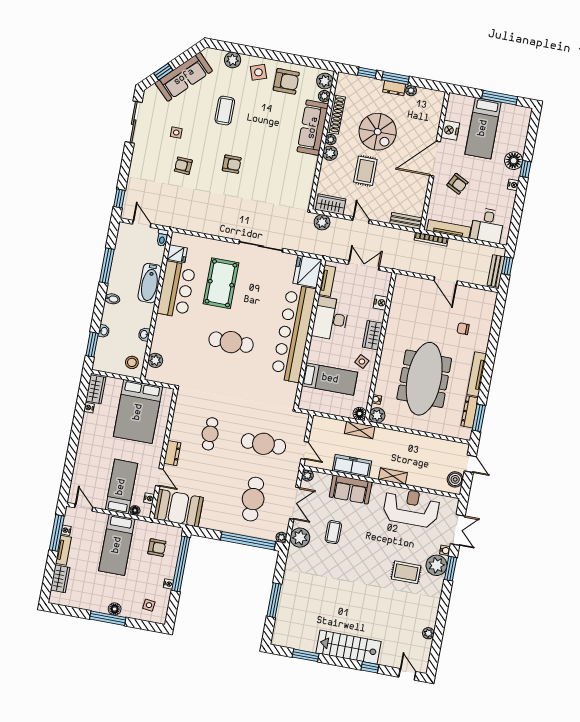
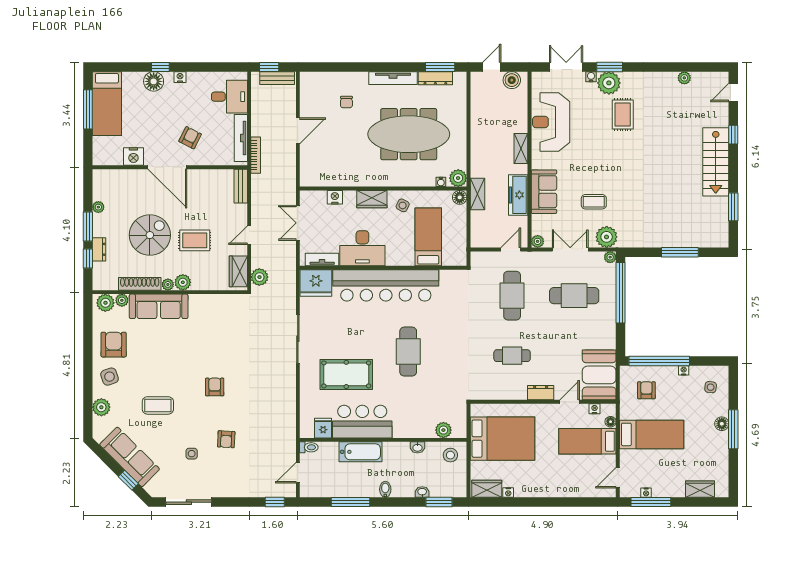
dresser: (394, 88) -> (99, 249), moved
bed: (483, 128) -> (107, 104), moved, turned 90
tv unit: (63, 550) -> (668, 491), removed

